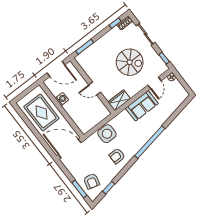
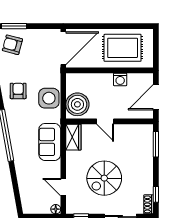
door: (95, 88) -> (105, 121), swing flipped
sofa: (142, 106) -> (50, 142), moved
boiler: (97, 113) -> (77, 104), added

